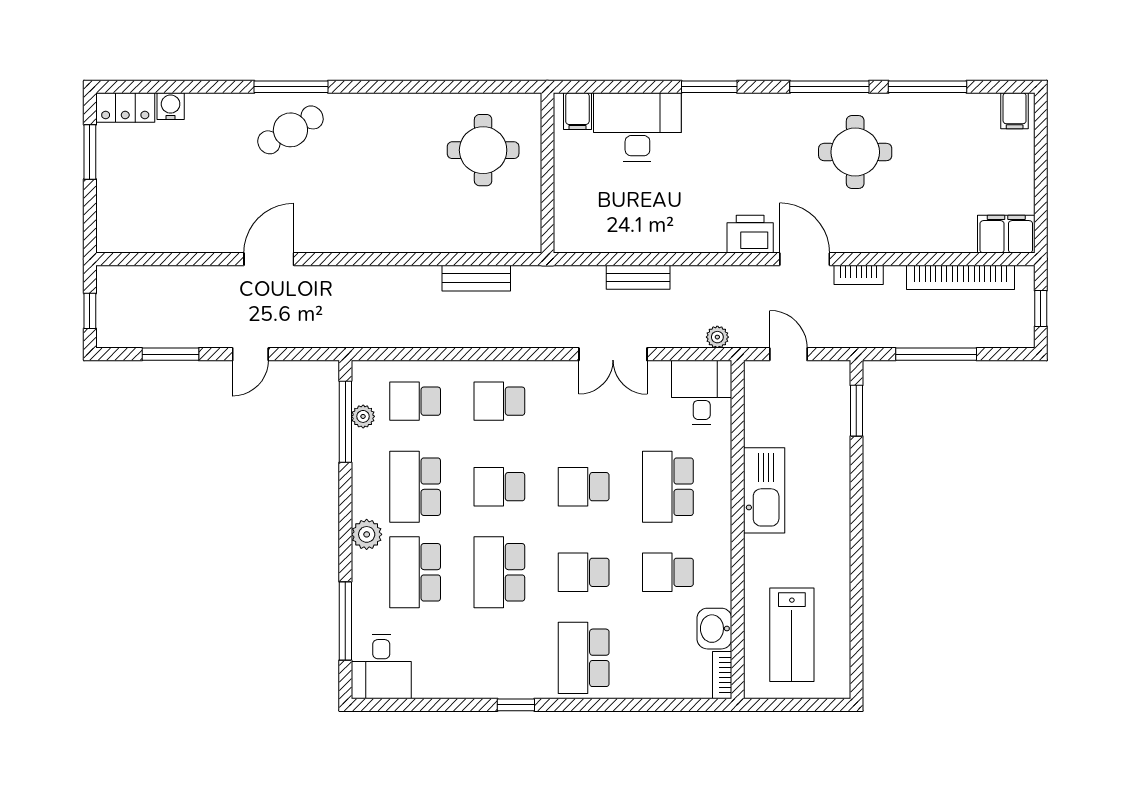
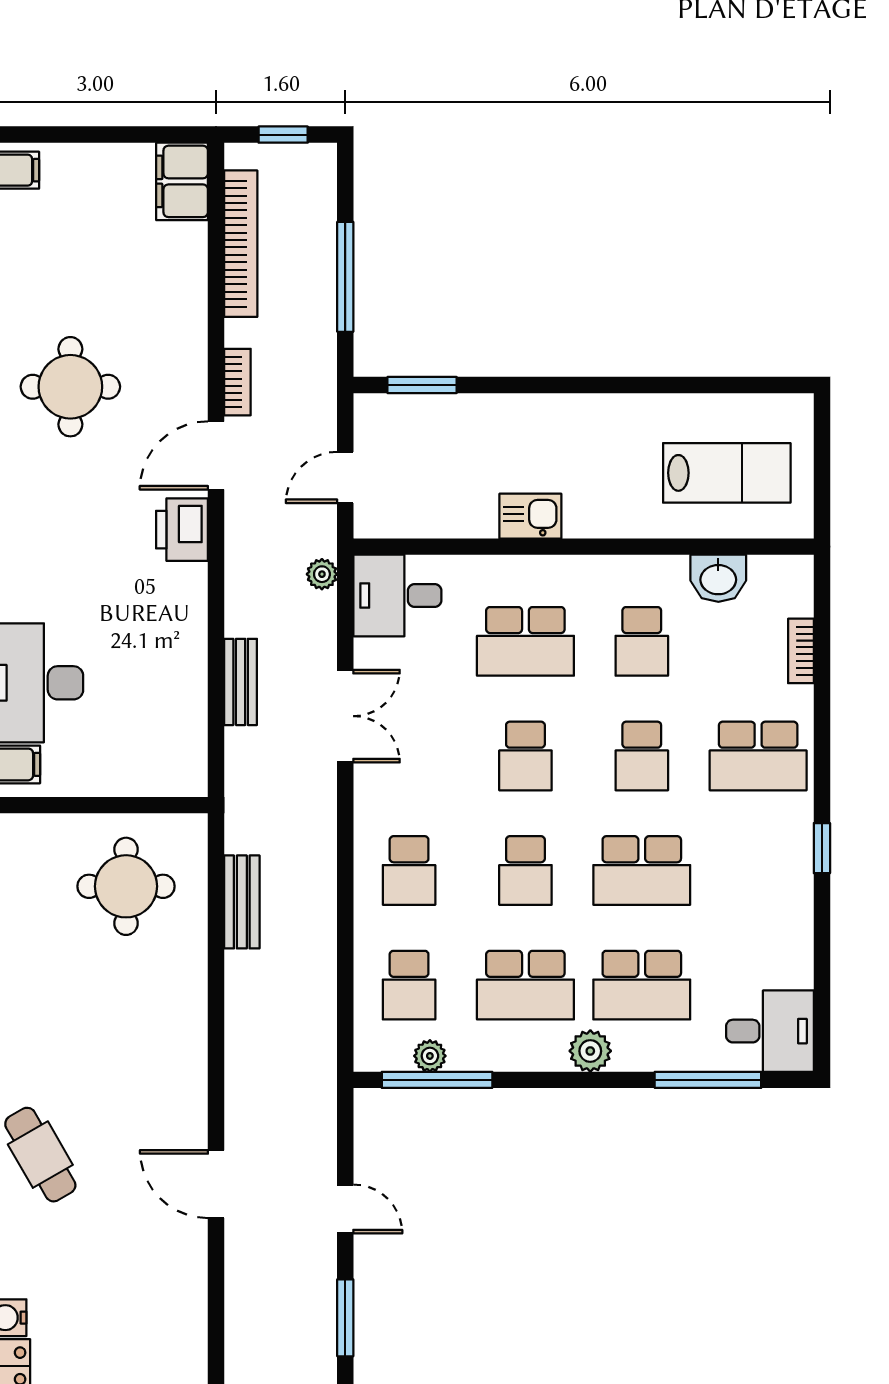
round table: (483, 150) -> (126, 886), moved
kitchen sink: (764, 490) -> (530, 516), width x0.53, depth x0.81
bookcase: (722, 675) -> (801, 651), moved, turned 90

